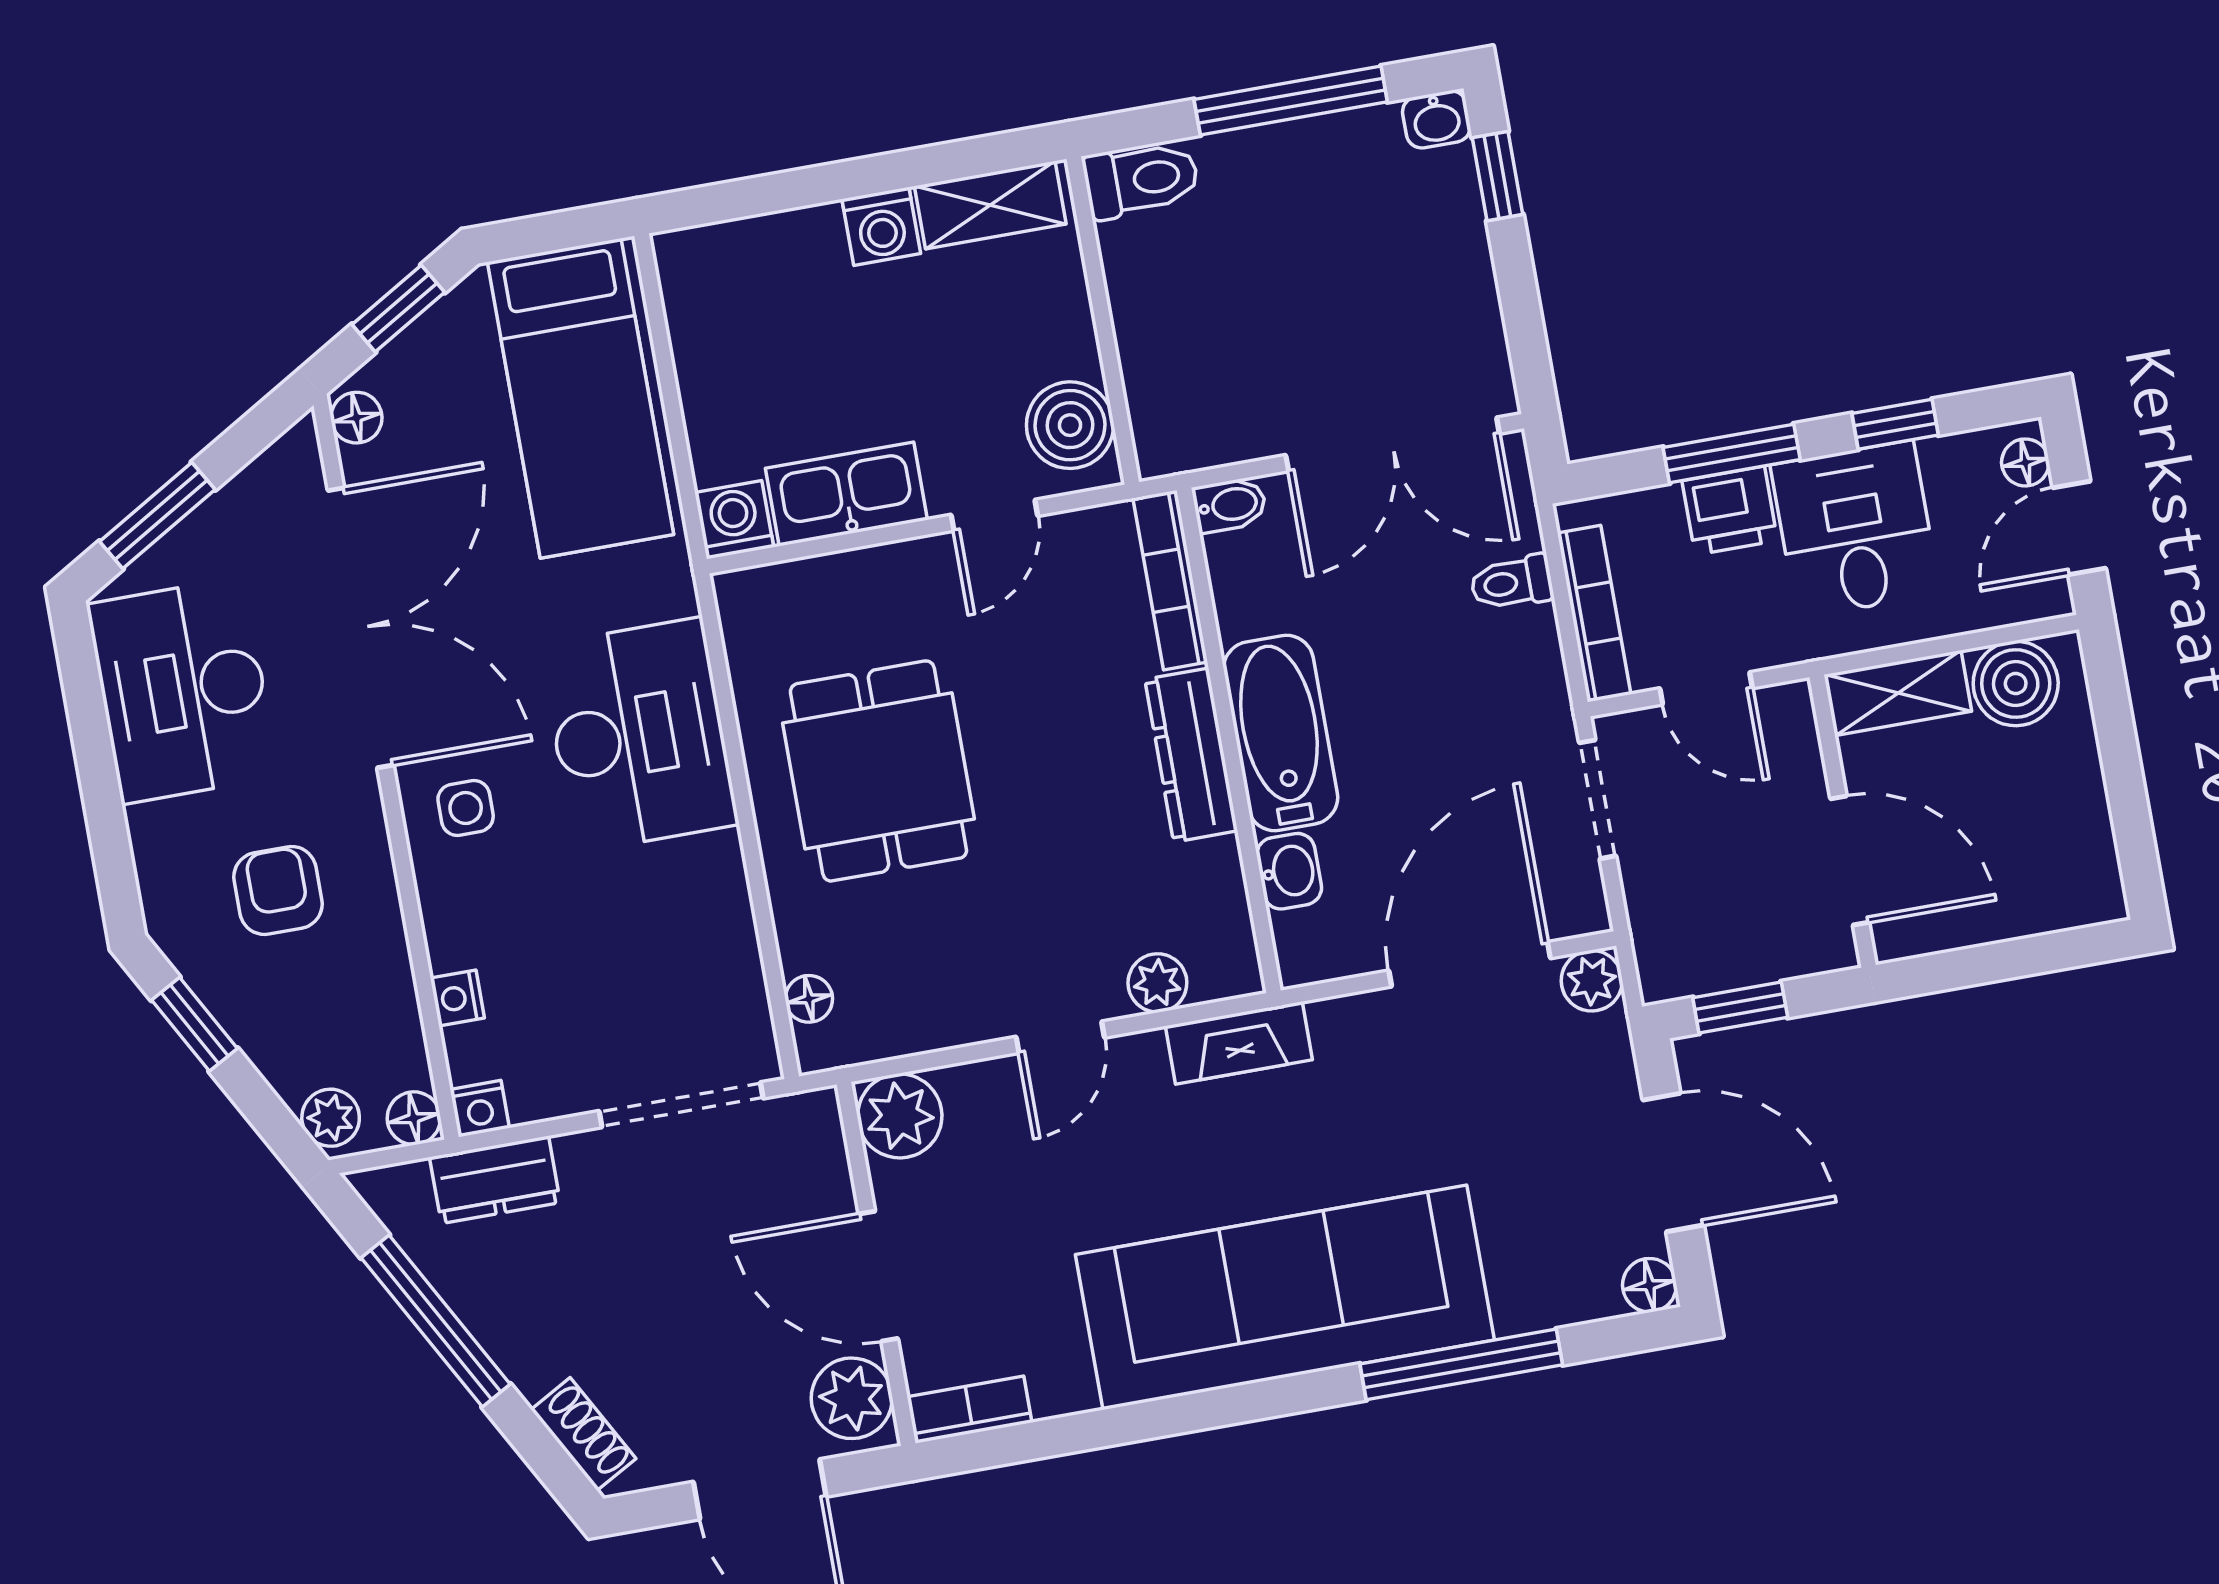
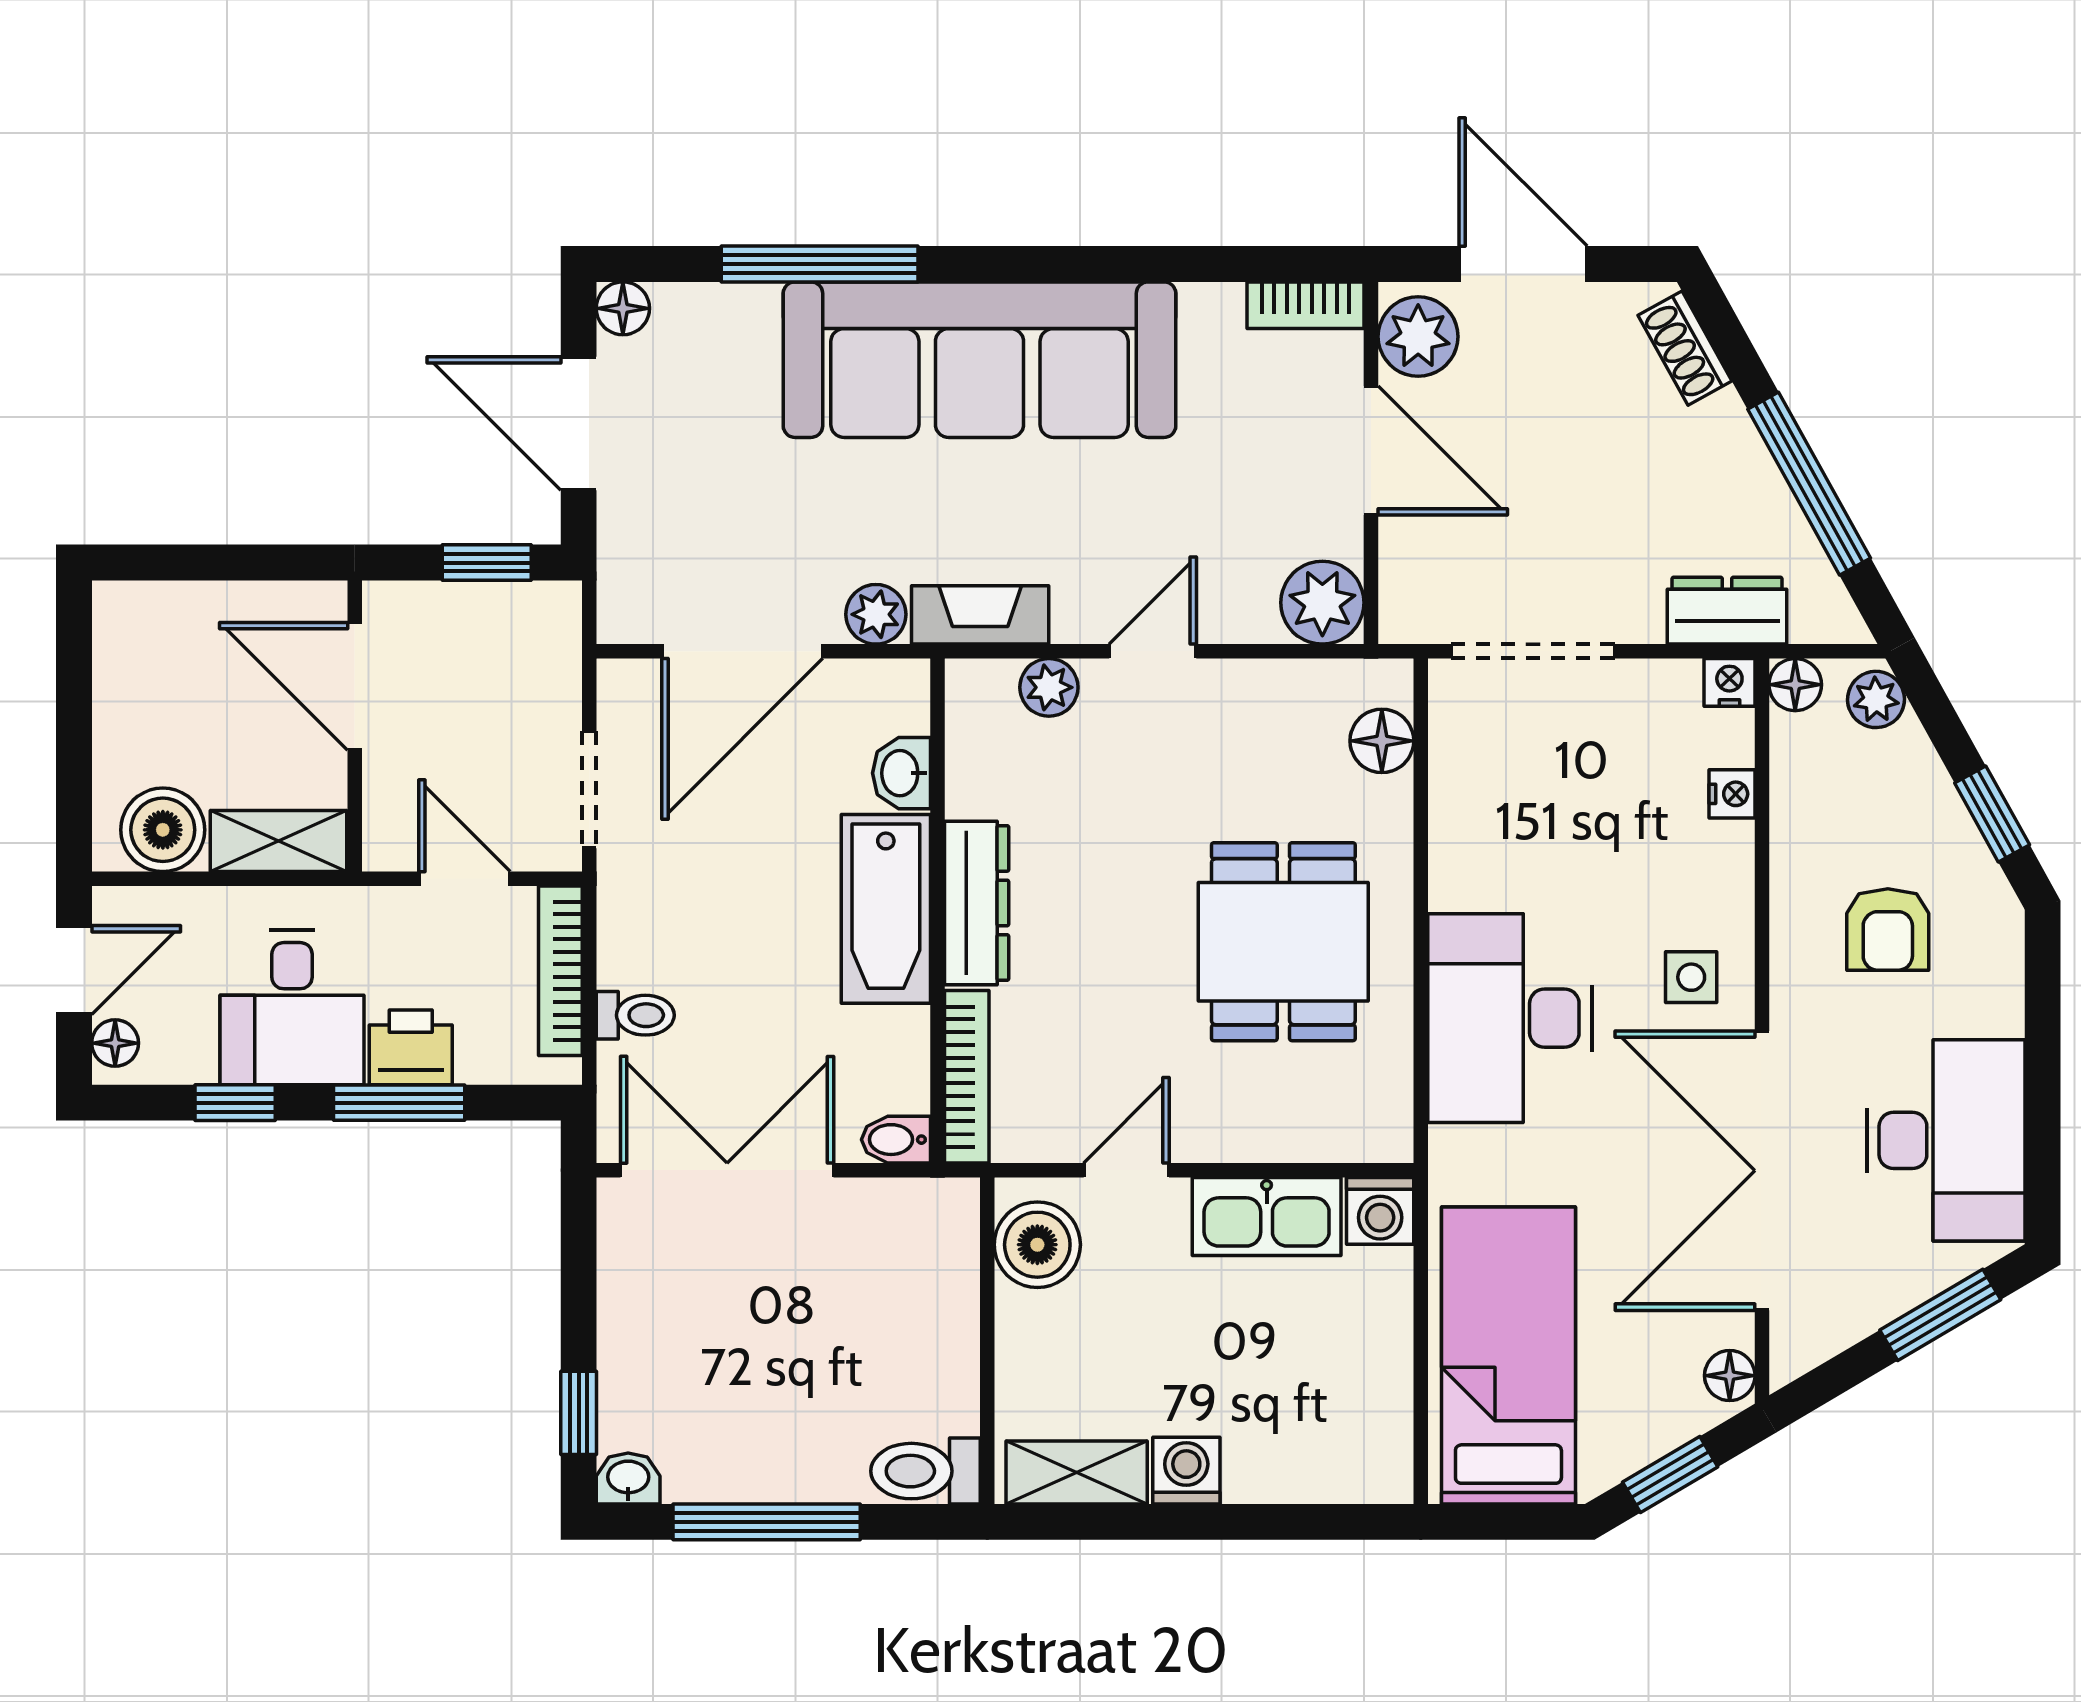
plant: (1592, 981) -> (876, 614), moved
floor lamp: (809, 999) -> (1382, 741), width x1.37, depth x1.37

